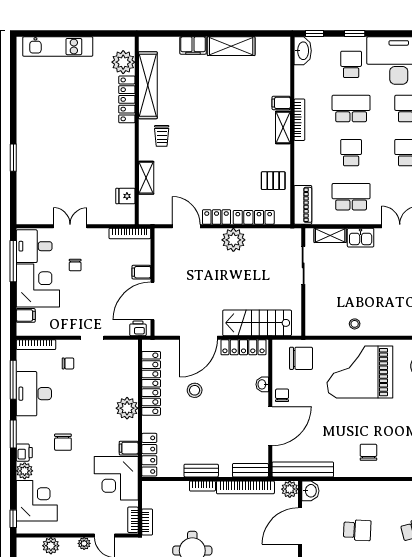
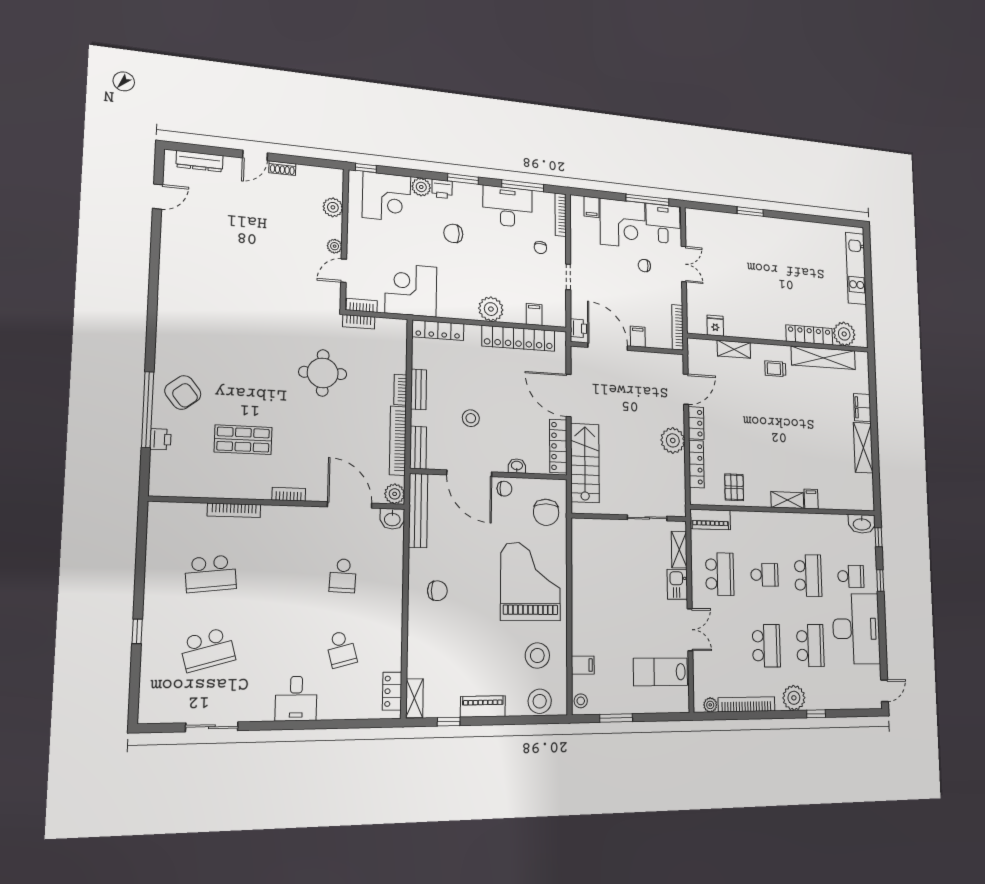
bookcase: (299, 120) -> (795, 518), removed
stool: (355, 324) -> (584, 576), removed
stool: (195, 390) -> (471, 418), moved
filing cabinet: (129, 448) -> (534, 314), moved

